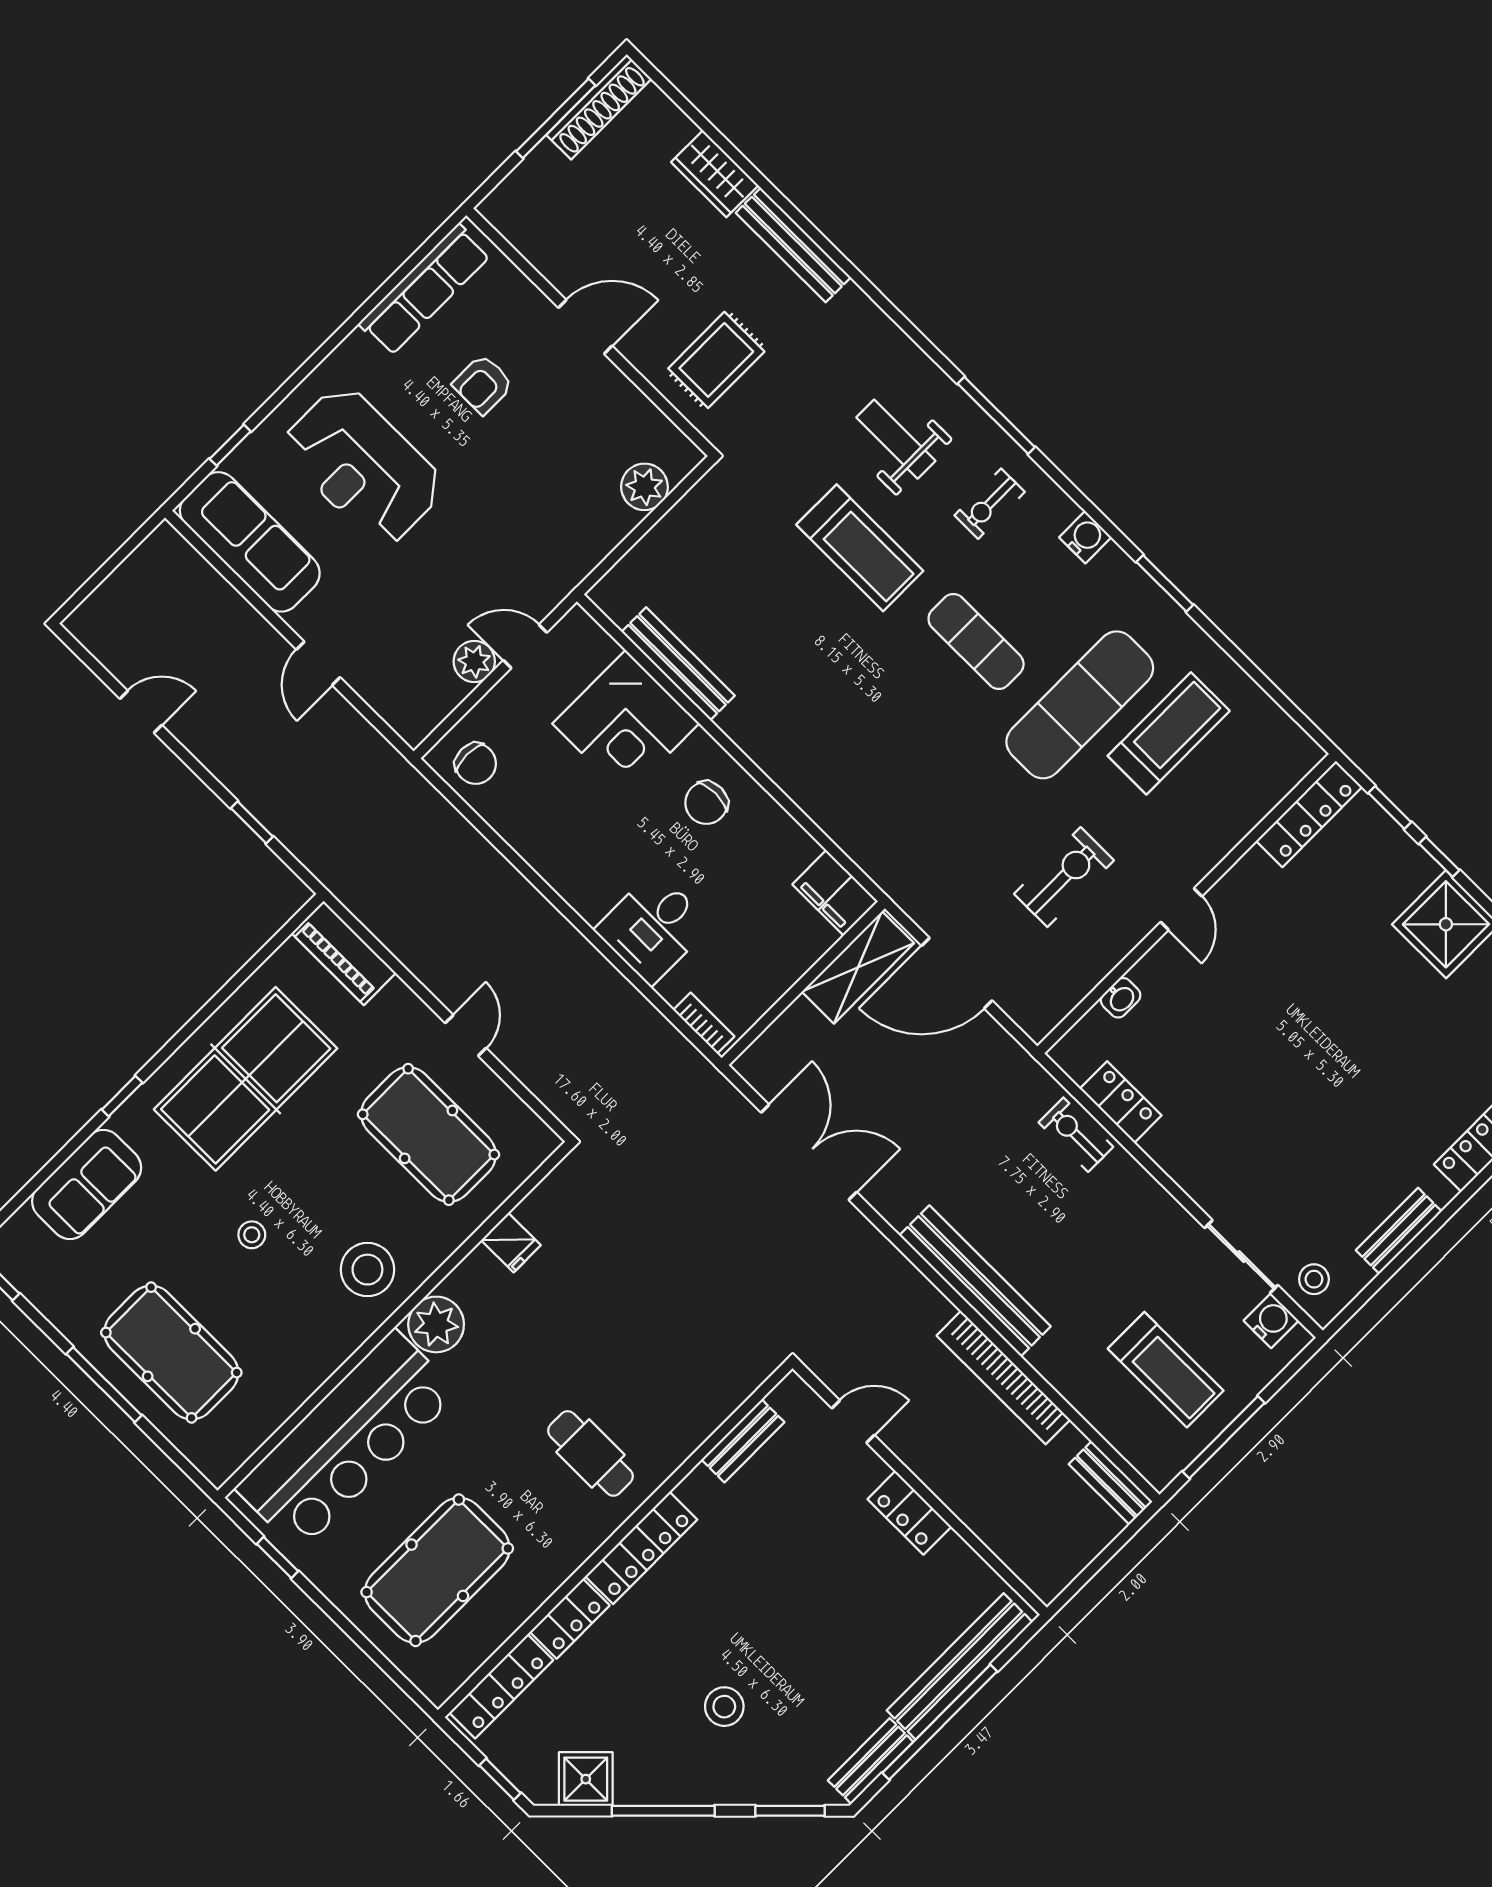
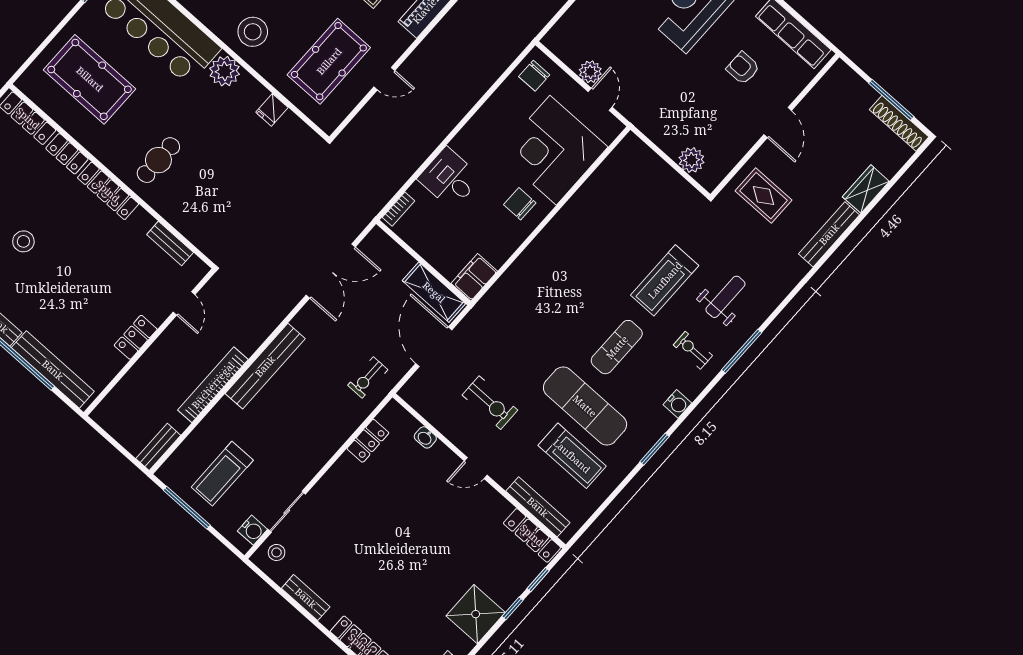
bench: (678, 664) -> (538, 507), moved, turned 90
corner desk: (626, 723) -> (553, 150), width x1.36, depth x1.36
exercise bike: (1076, 1135) -> (368, 377), moved, turned 180

